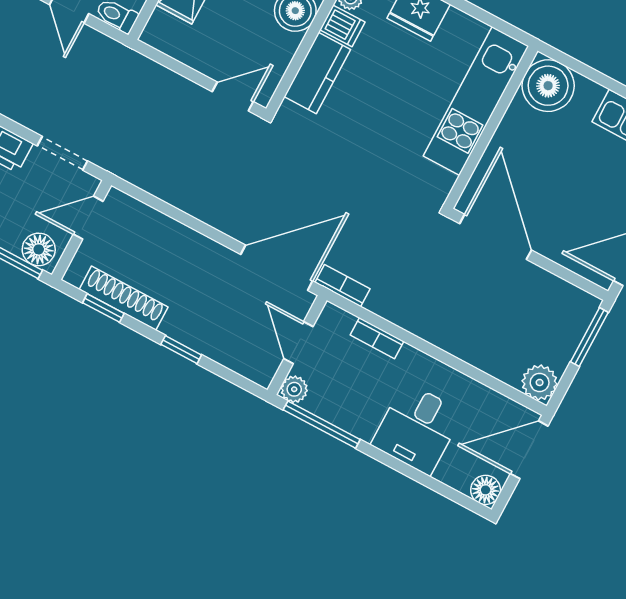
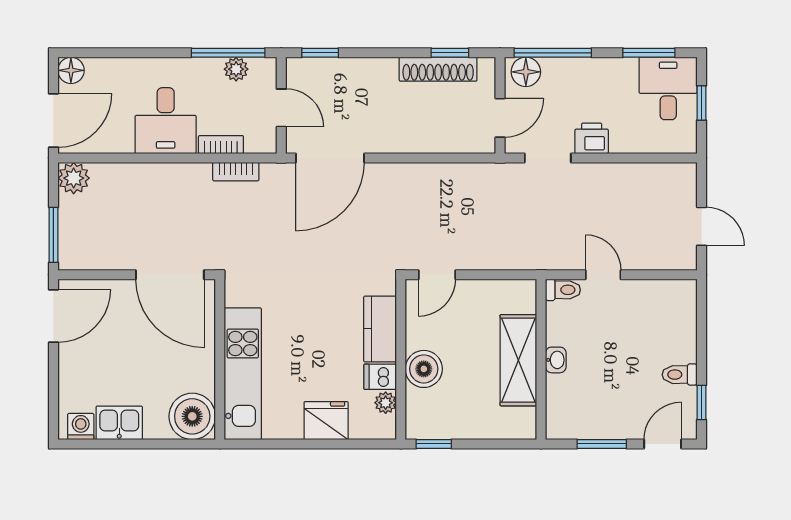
bookcase: (343, 286) -> (236, 172), moved
window: (181, 350) -> (320, 53), moved
plant: (294, 389) -> (236, 69), moved
desk: (417, 428) -> (166, 121), moved, turned 180

